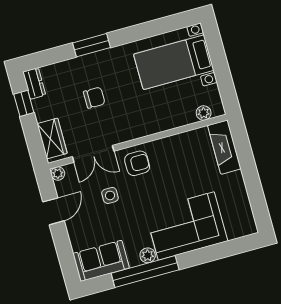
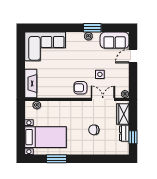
window: (92, 45) -> (56, 159), moved
dresser: (34, 83) -> (124, 133), moved
door: (54, 211) -> (133, 56), moved
corner sofa: (186, 226) -> (45, 46), moved
window: (145, 272) -> (92, 28), width x0.47

